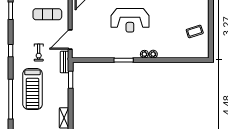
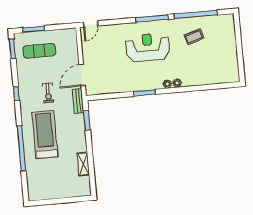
exercise mat: (47, 14) -> (39, 51), moved
reception desk: (130, 20) -> (148, 47), turned 180
coffee table: (195, 31) -> (194, 37), moved
treadmill: (33, 89) -> (45, 135), turned 180

